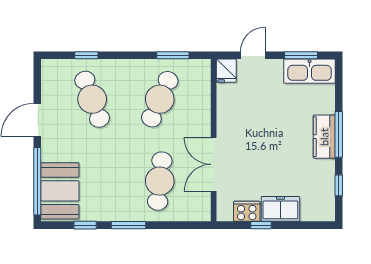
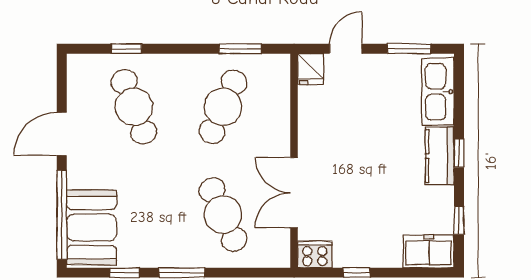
kitchen sink: (310, 71) -> (438, 92), moved, turned 90
window: (339, 134) -> (459, 153), width x0.46
cafe table: (160, 181) -> (223, 215), turned -30
freezer: (280, 209) -> (429, 251), moved
cooker: (247, 211) -> (315, 255), moved

